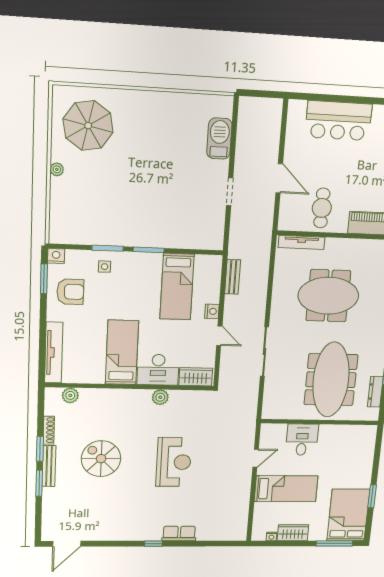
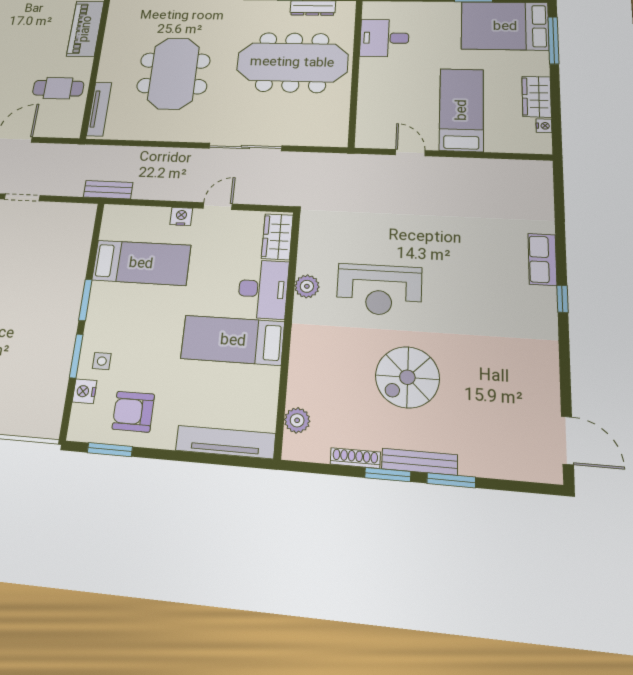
nightstand: (56, 256) -> (85, 391), moved
bench: (233, 277) -> (108, 190), moved
armchair: (70, 292) -> (133, 412), turned -90
desk: (302, 440) -> (384, 38), moved
reception desk: (174, 462) -> (379, 290), moved, turned 180

